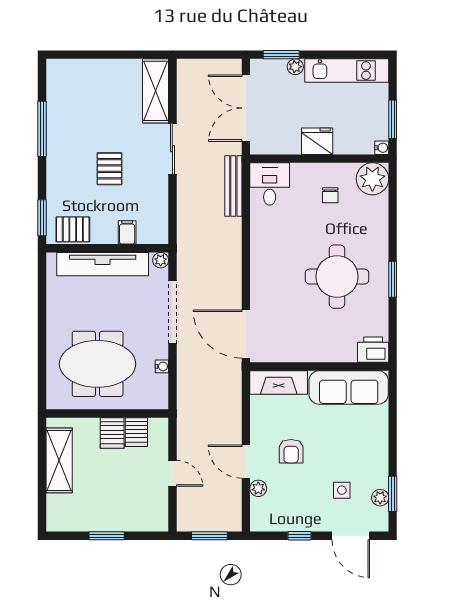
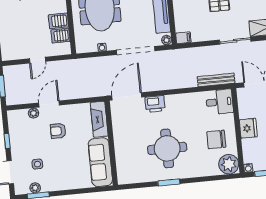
chair: (330, 195) -> (216, 139), width x1.87, depth x1.87
filing cabinet: (127, 232) -> (183, 38), moved
printer: (373, 350) -> (155, 104), moved, turned 90

